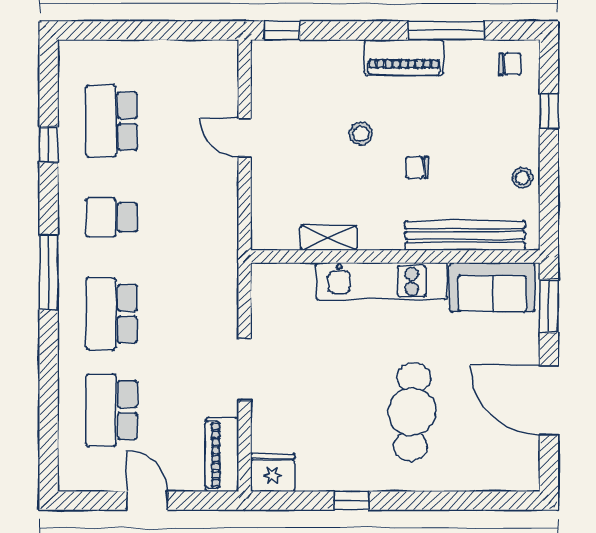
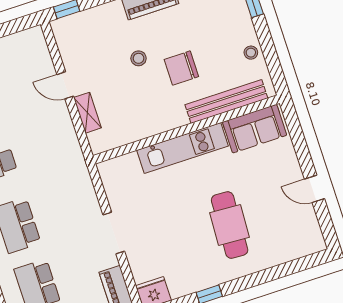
chair: (417, 167) -> (181, 68), width x1.87, depth x1.87
shelving: (329, 238) -> (87, 113), moved, turned 90
window: (549, 306) -> (295, 129), removed
door: (549, 400) -> (314, 189), width x0.53

